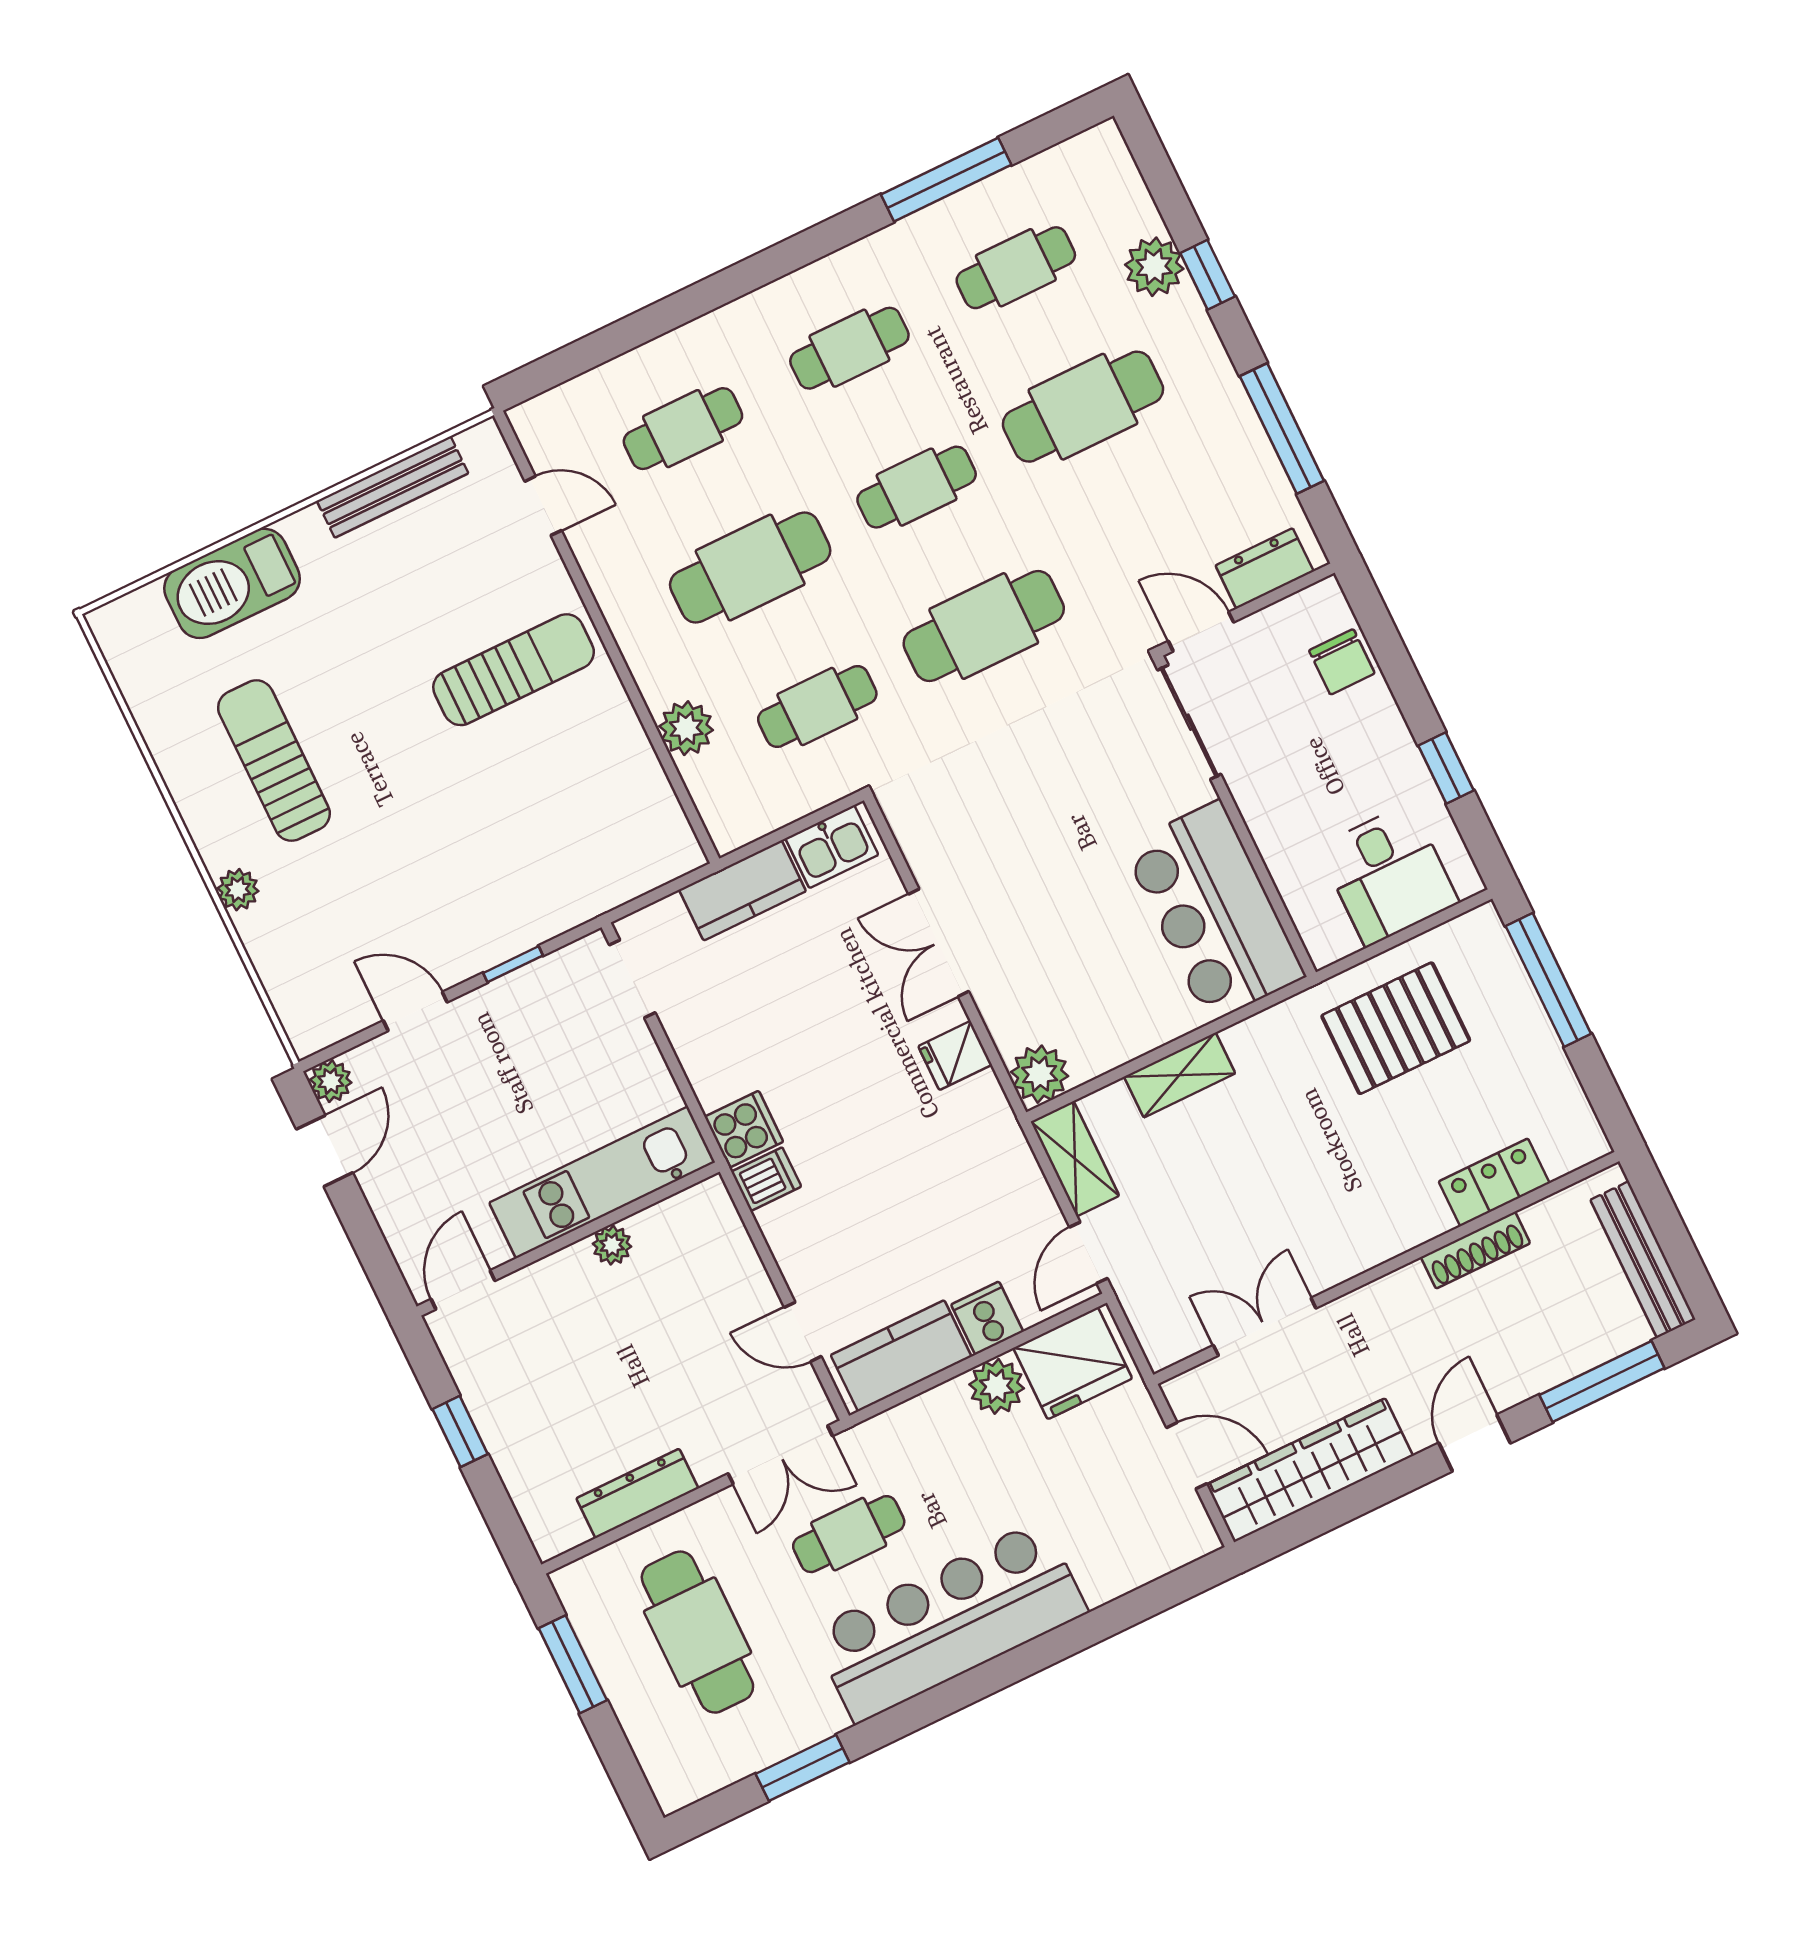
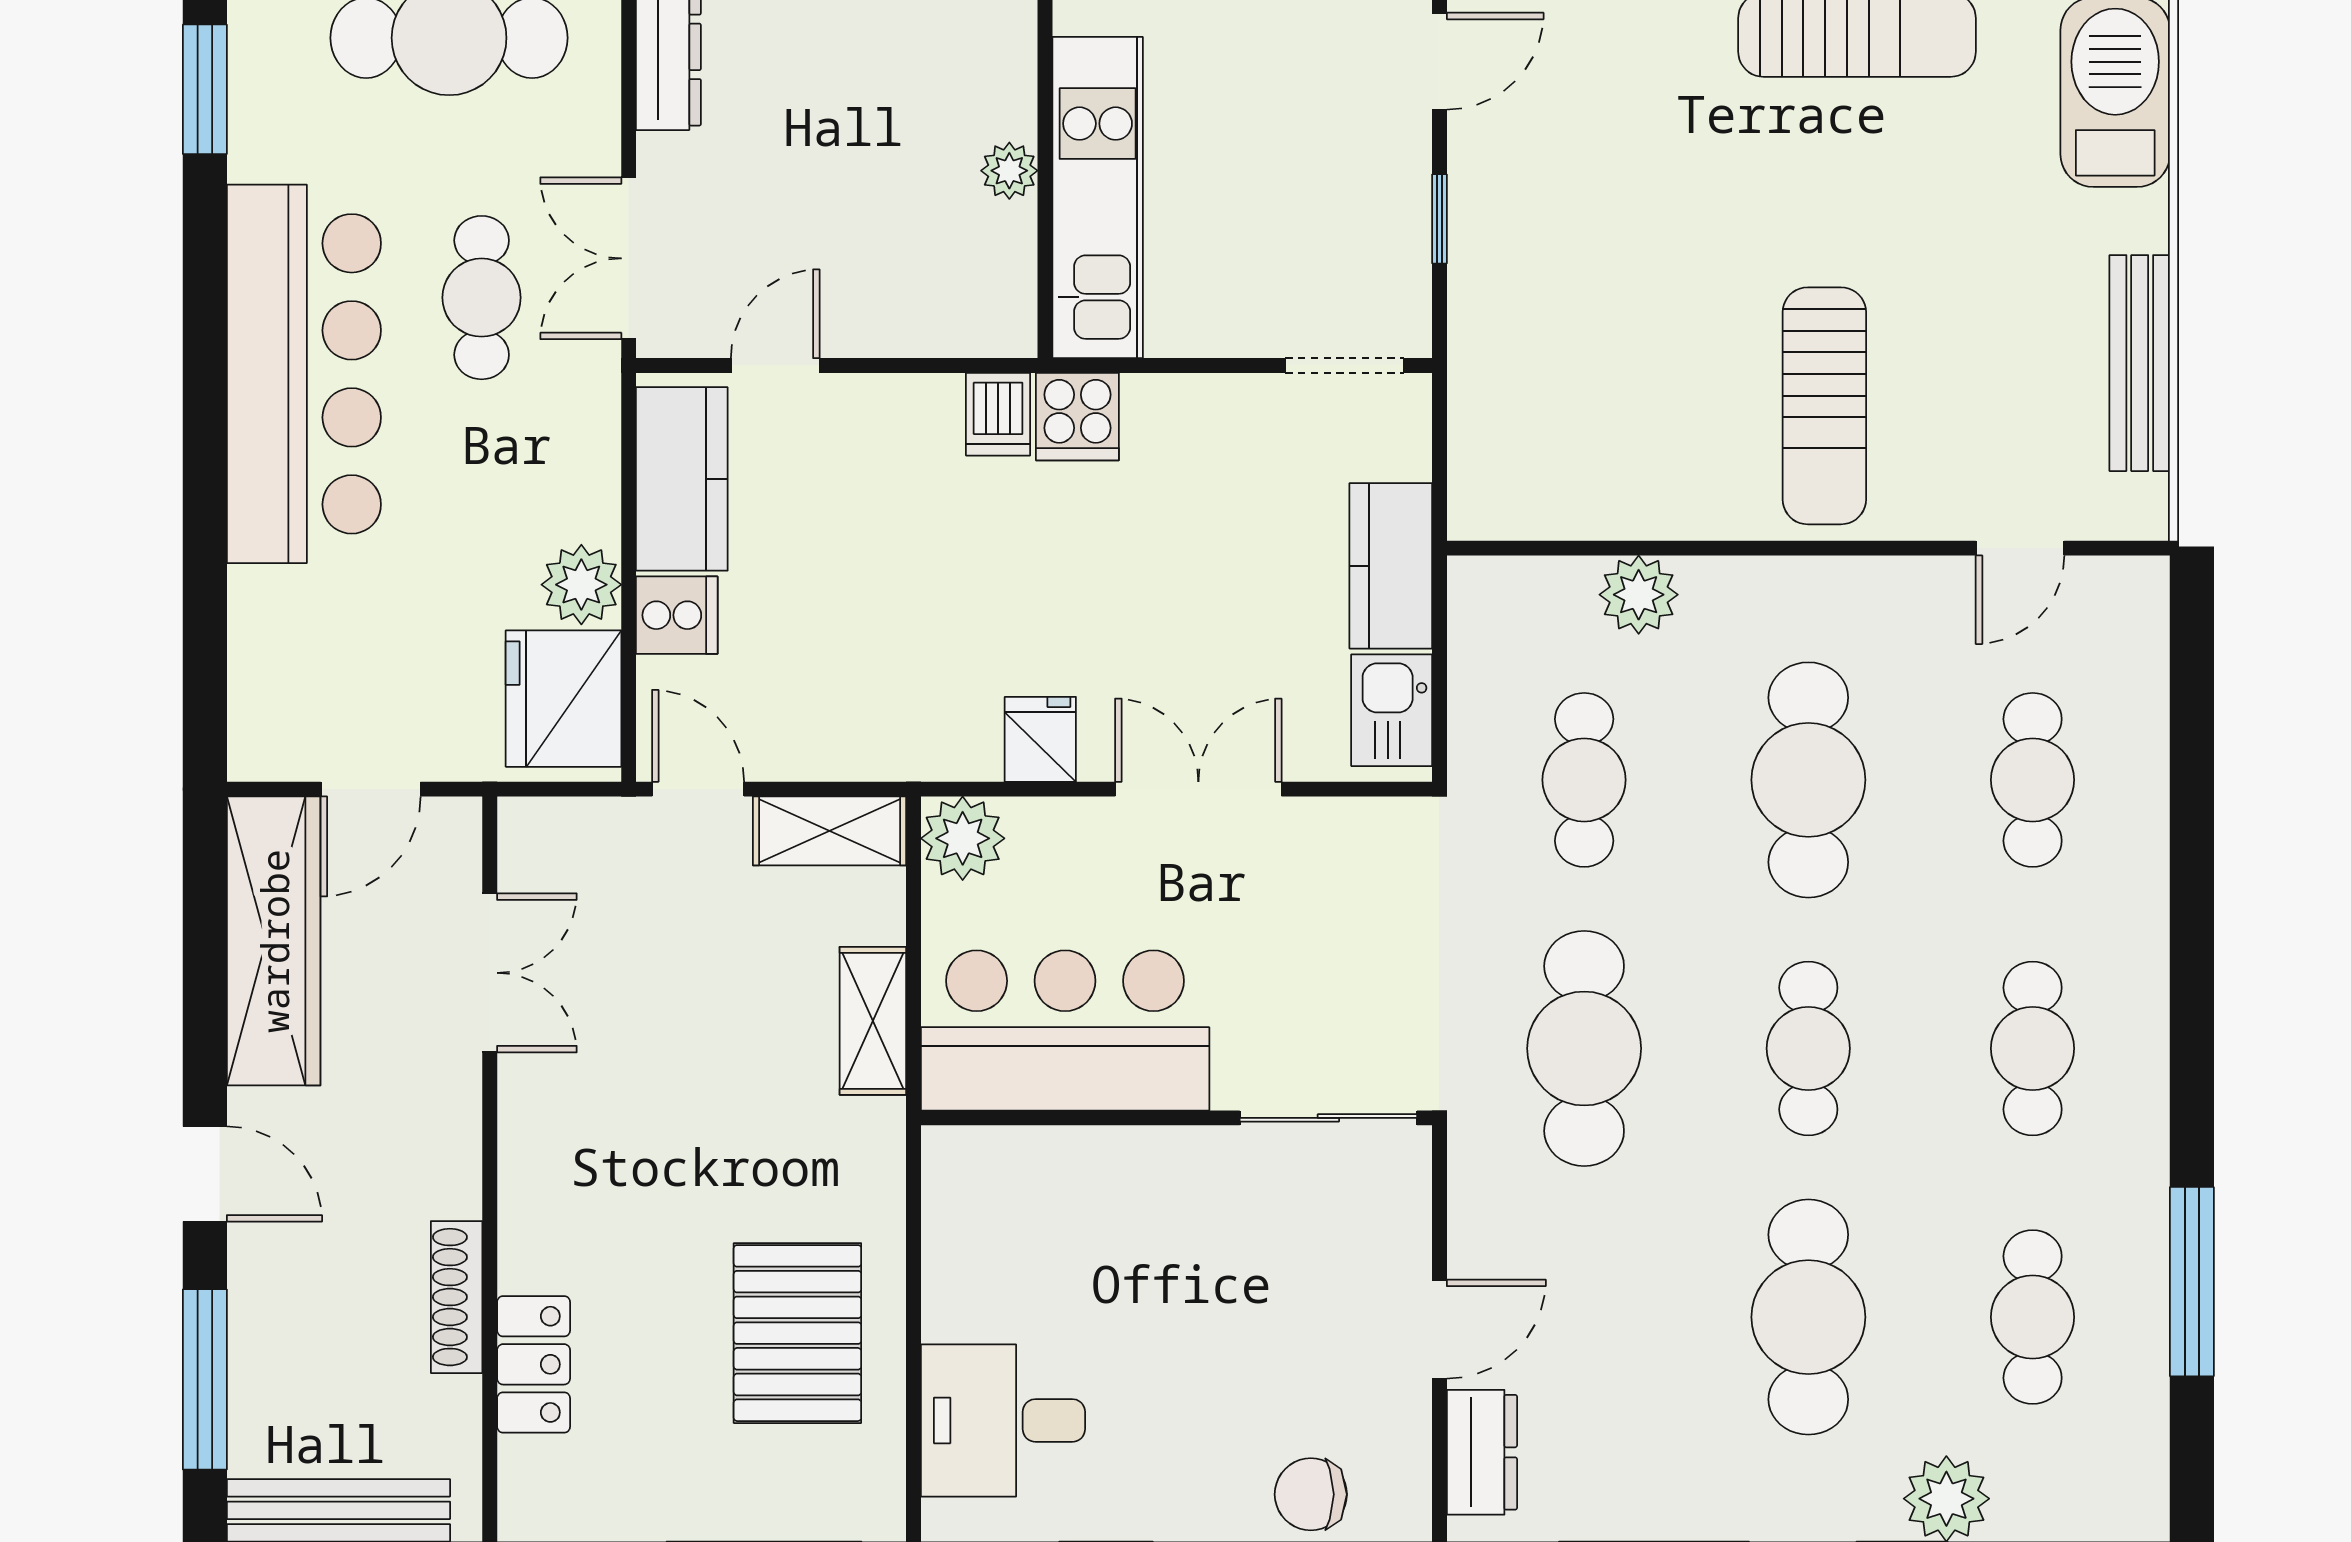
sliding door: (1189, 722) -> (1328, 1118), moved
wall: (1235, 816) -> (1176, 1118), moved
bar counter: (1214, 911) -> (1065, 1030), moved

